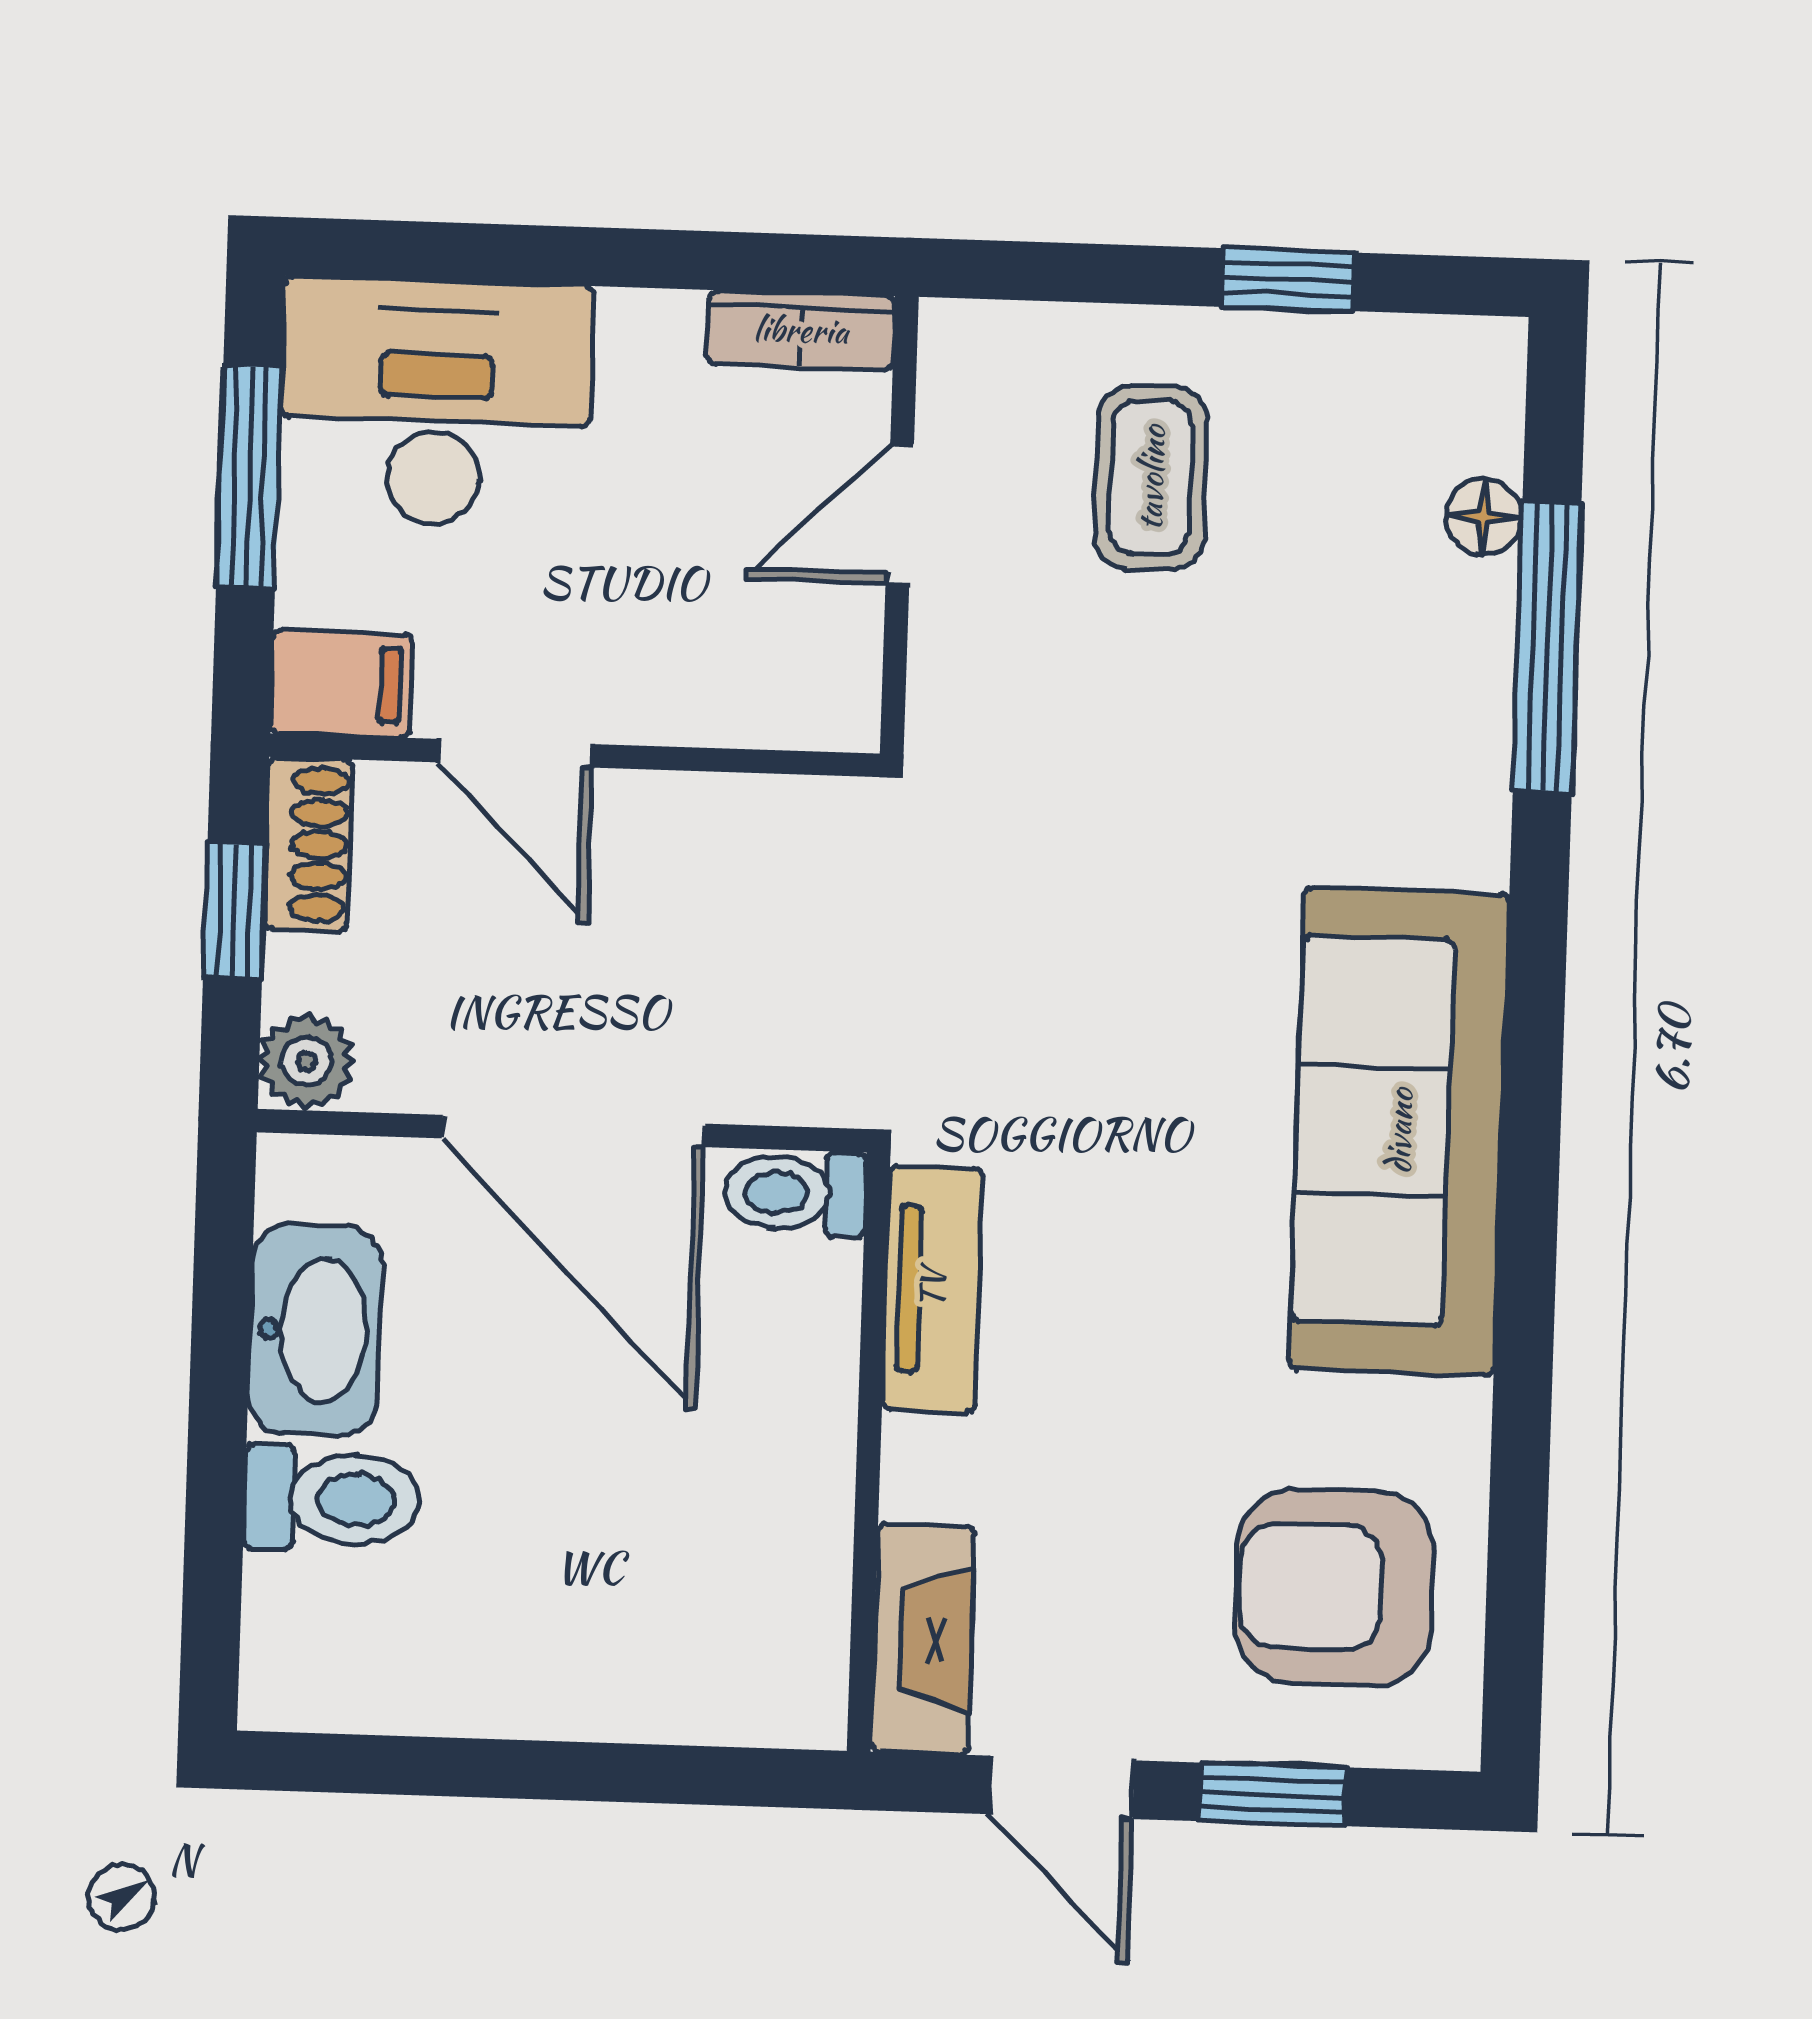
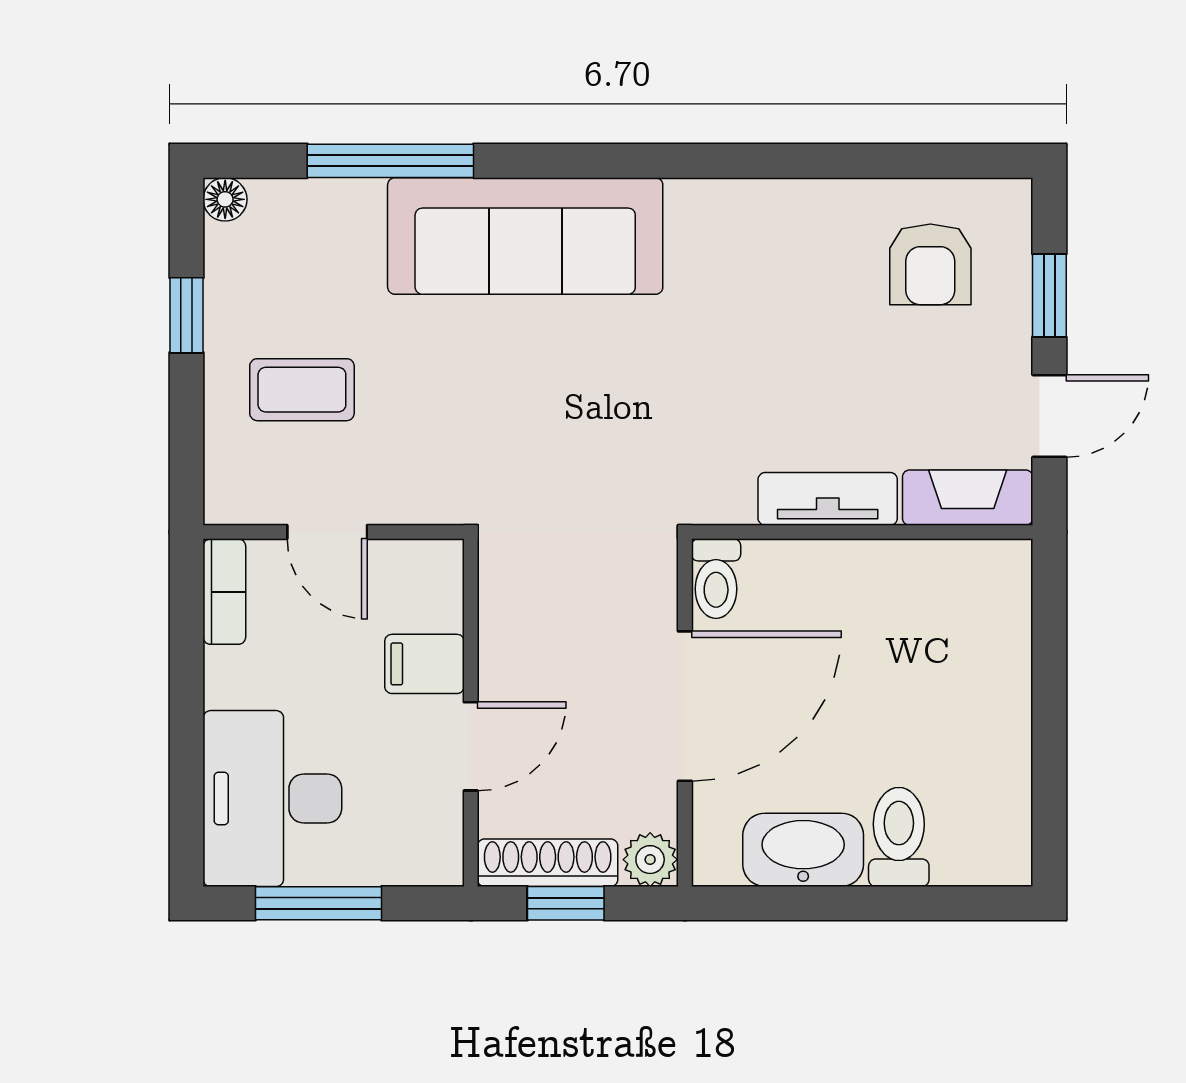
floor lamp: (1484, 517) -> (225, 199), moved
filing cabinet: (341, 684) -> (424, 664), moved, turned -90
shoe rack: (308, 844) -> (548, 863), width x1.43
sofa: (1399, 1131) -> (525, 236), moved
tv unit: (932, 1289) -> (828, 499), moved
armchair: (1334, 1587) -> (930, 264), width x0.72, depth x0.72

